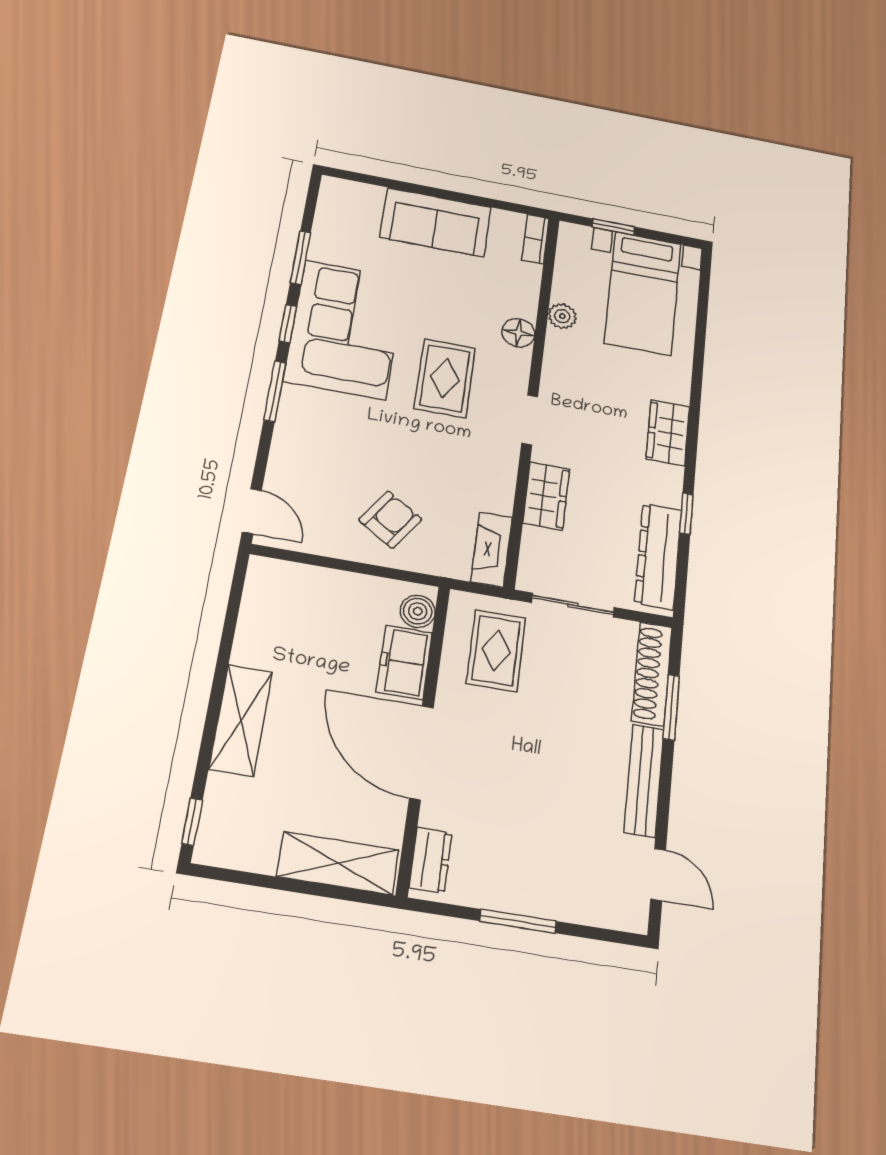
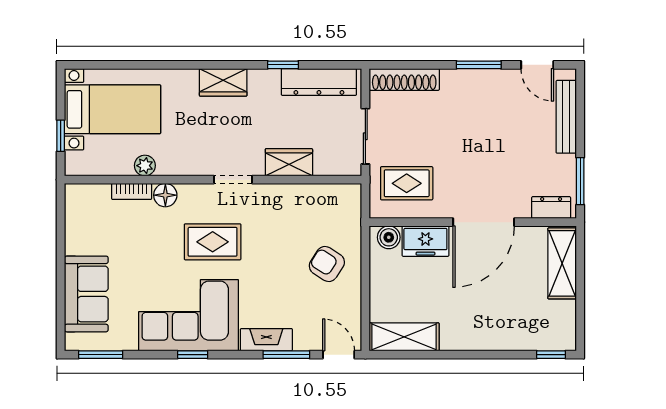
sofa: (436, 222) -> (86, 294), moved
bookcase: (536, 239) -> (132, 191), moved
window: (301, 258) -> (101, 355), moved
window: (275, 391) -> (286, 355), moved
door: (252, 511) -> (339, 355), hinge flipped
fireplace: (491, 549) -> (266, 340), moved, turned 180
window: (671, 707) -> (479, 65), moved
shelving: (241, 720) -> (404, 337), moved
bench: (644, 780) -> (566, 117), moved, turned 90
door: (658, 875) -> (537, 65), swing flipped
window: (518, 921) -> (580, 181), moved

